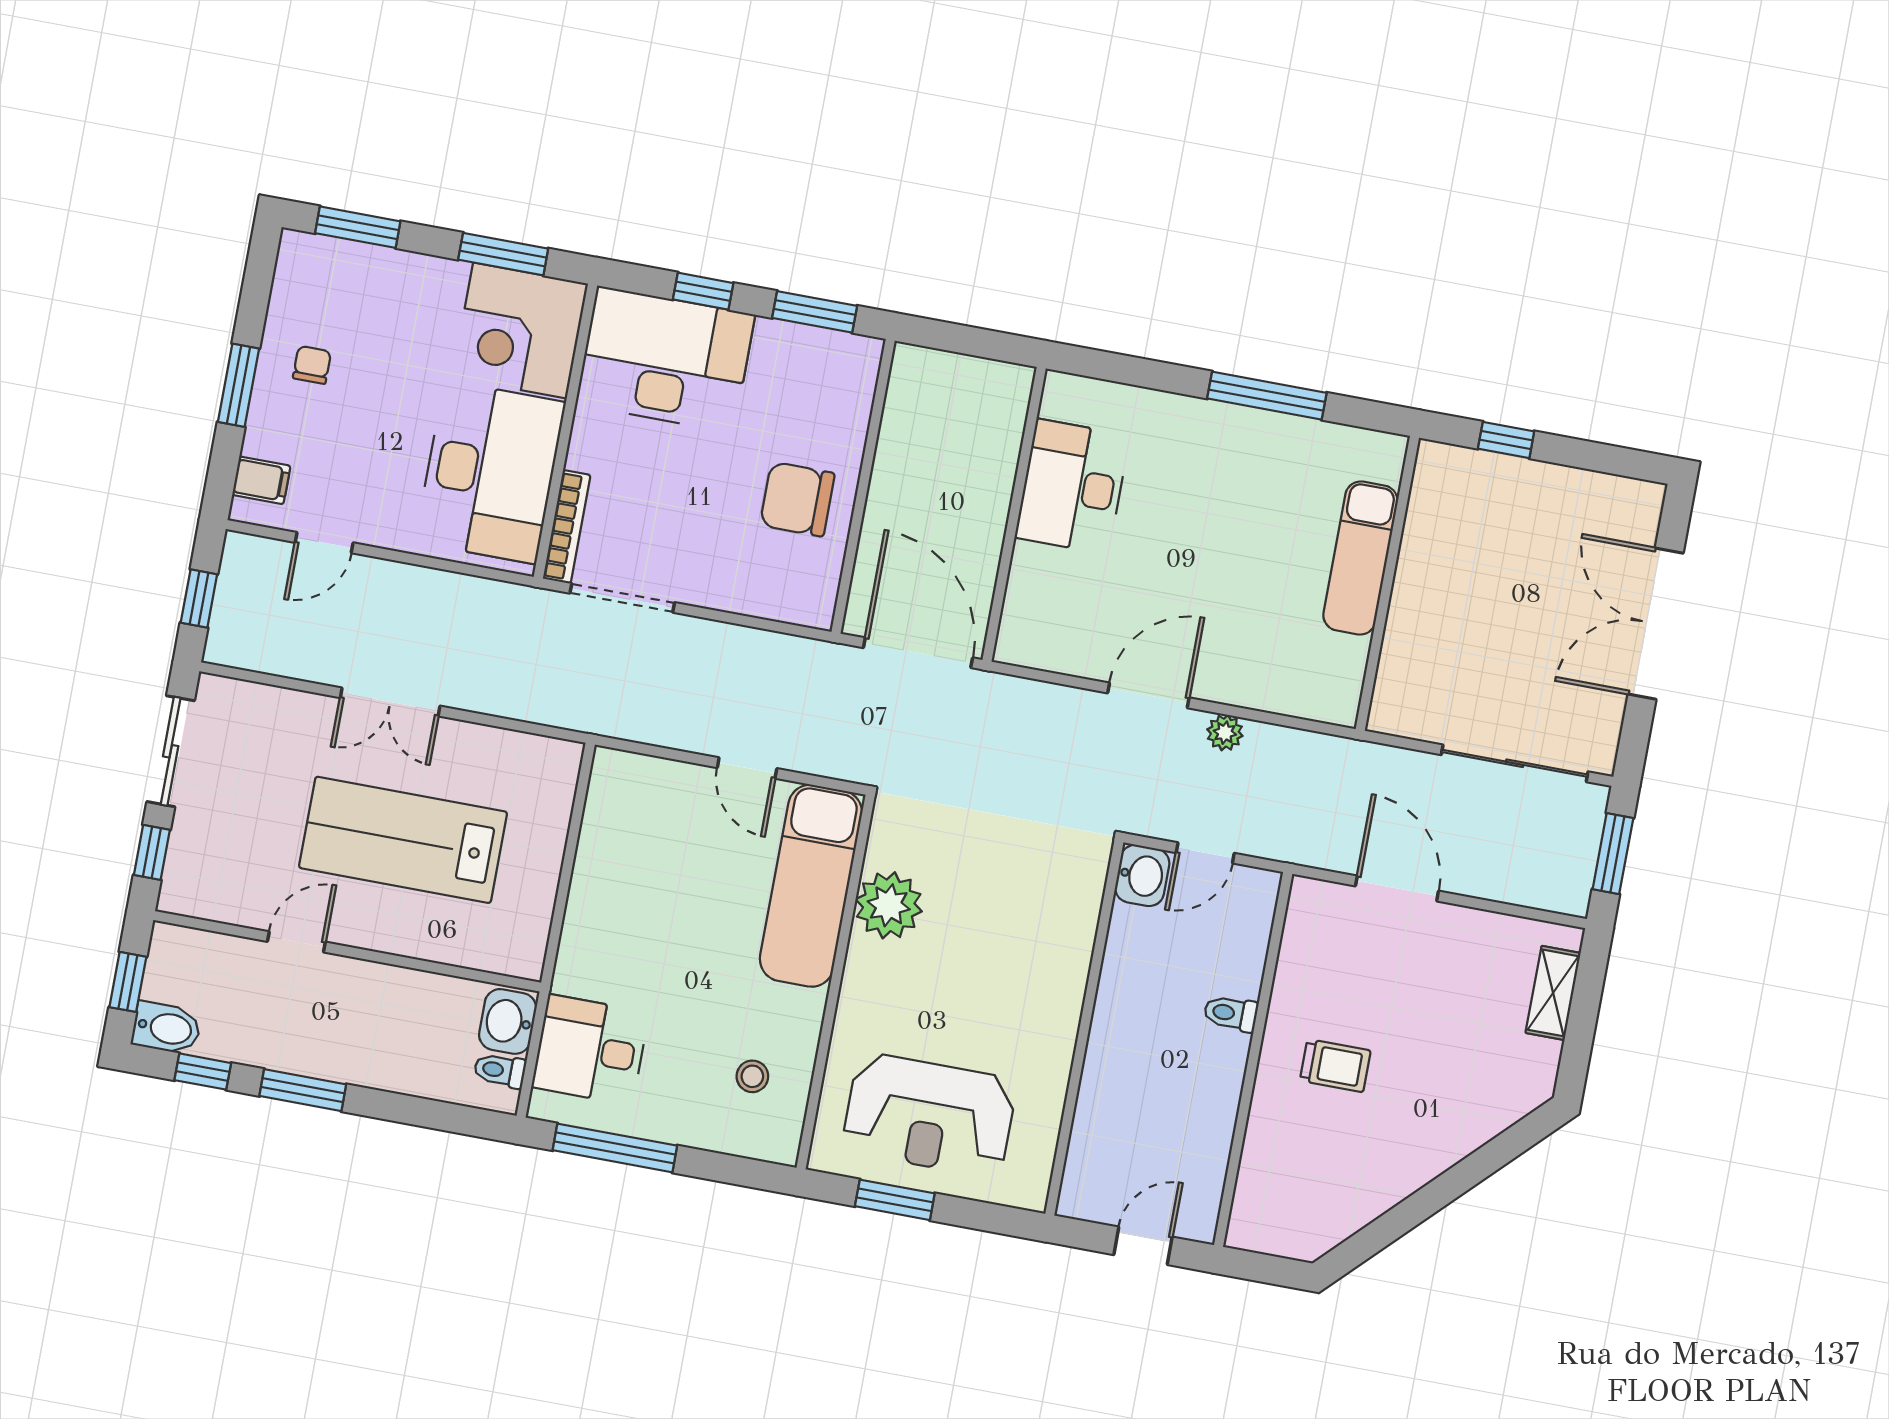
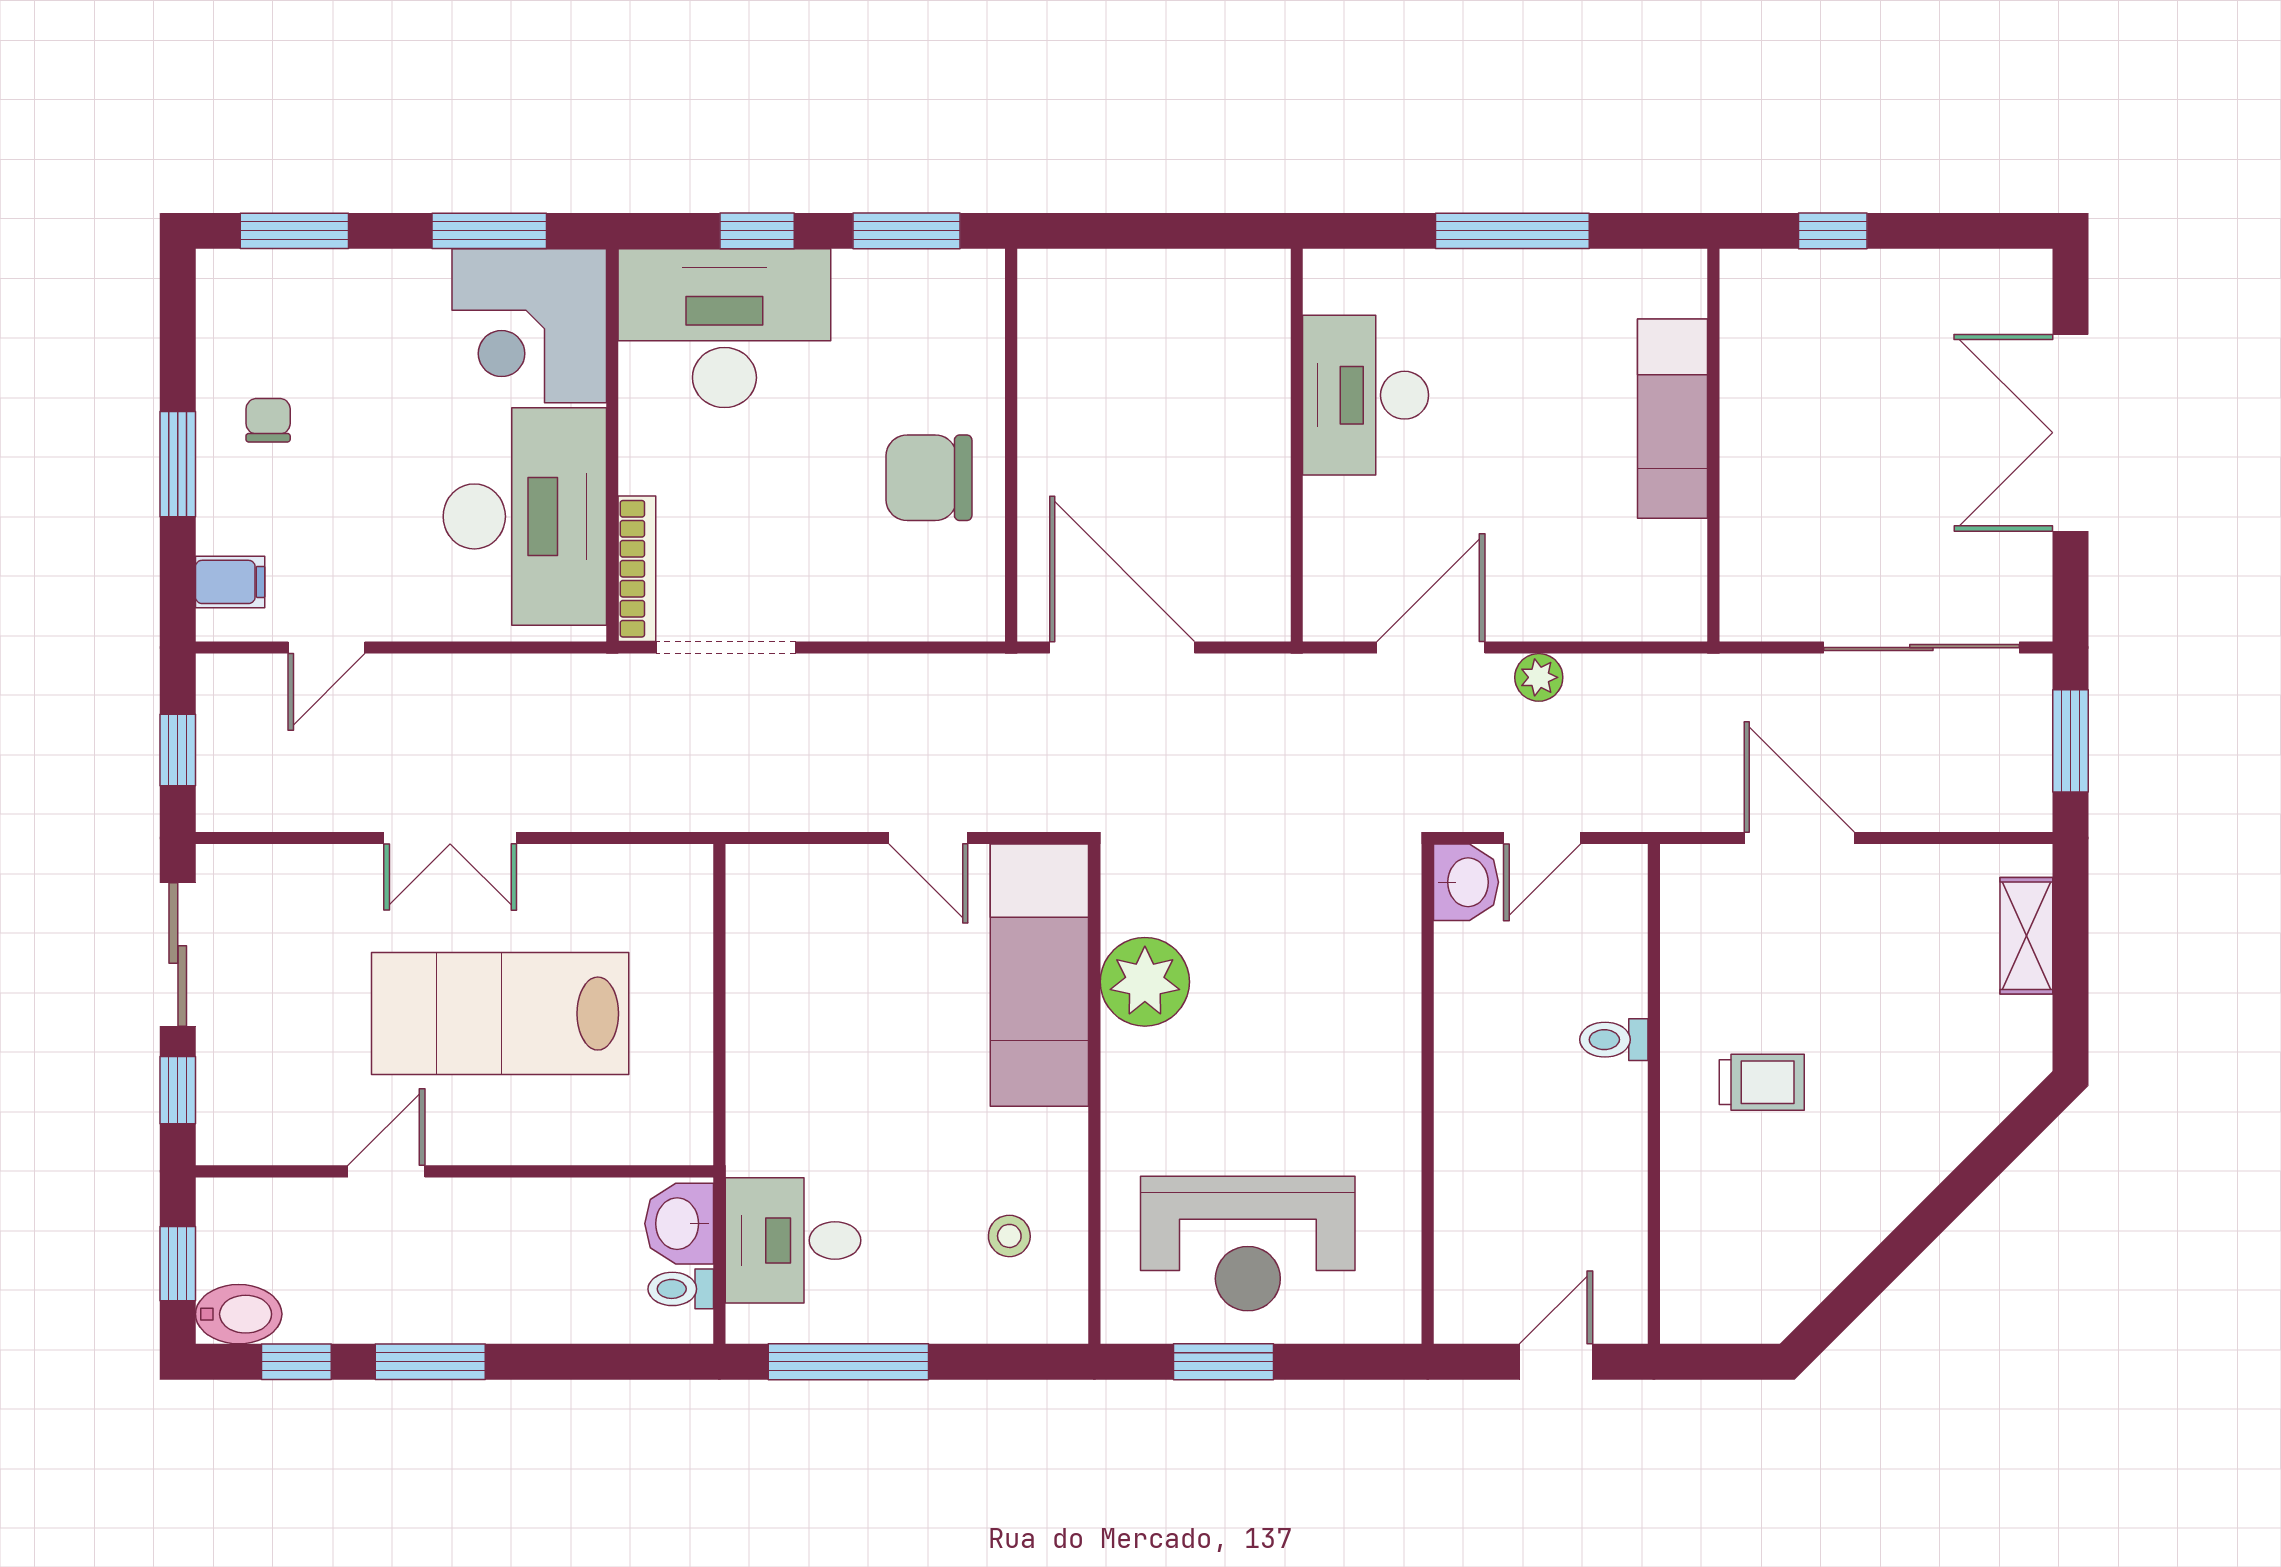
desk: (1072, 487) -> (1366, 395), moved
wall: (1014, 514) -> (1297, 445), moved

